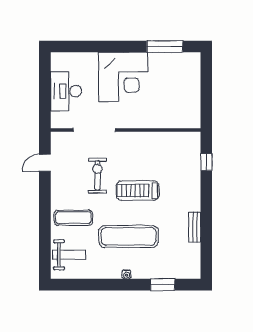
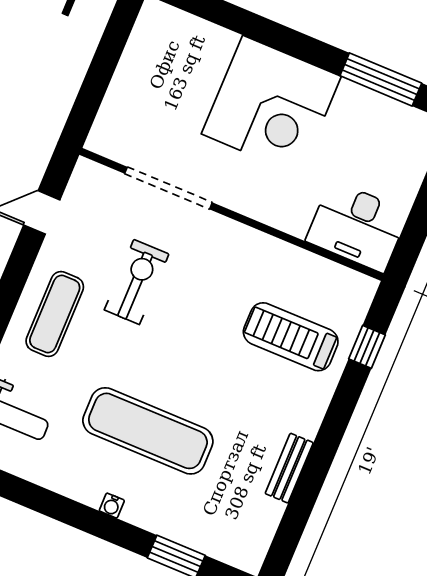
desk: (66, 91) -> (357, 226), moved, turned -90
treadmill: (138, 191) -> (291, 337), moved
exercise mat: (73, 218) -> (55, 314), moved, turned 90

